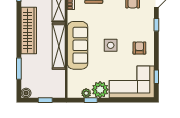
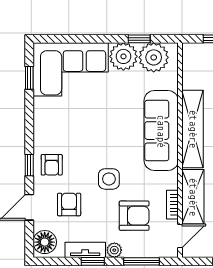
side table: (111, 45) -> (109, 179), moved
armchair: (139, 48) -> (52, 165), moved
plant: (86, 93) -> (154, 57), width x1.87, depth x1.87

